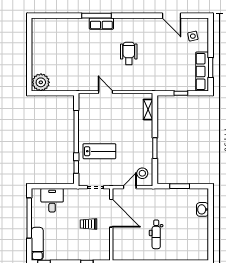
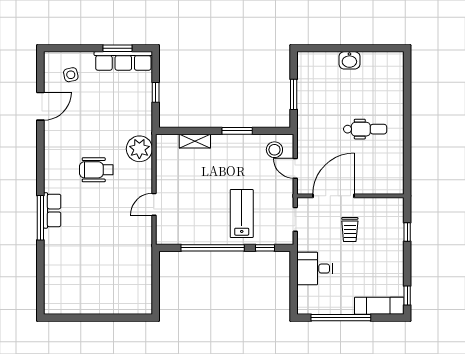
plant: (41, 82) -> (139, 149), moved
shelving: (148, 109) -> (195, 141), moved
desk: (52, 200) -> (315, 268), moved
washbasin: (203, 209) -> (349, 60), moved

